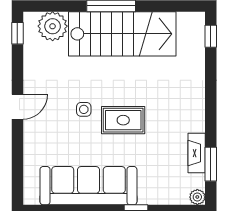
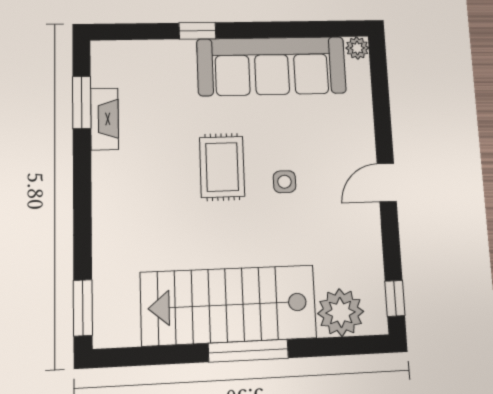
window: (211, 36) -> (83, 308), width x1.50
rug: (123, 120) -> (222, 167), turned 90
plant: (197, 197) -> (357, 48), moved

